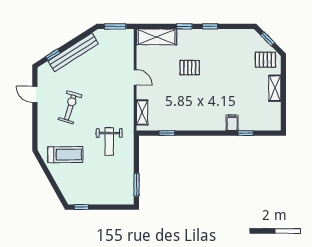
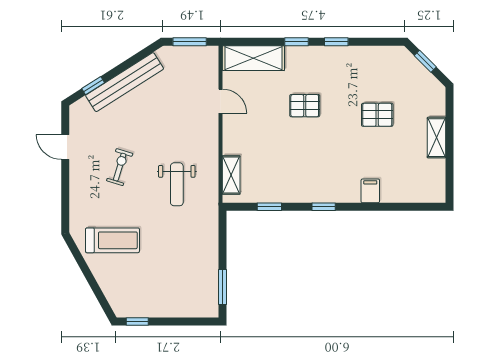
pallet: (265, 60) -> (377, 115), moved
door: (135, 77) -> (220, 101), moved
exercise bike: (70, 107) -> (120, 167), width x0.73, depth x0.72
window: (246, 133) -> (324, 207), moved
weight bench: (109, 141) -> (177, 184), moved

